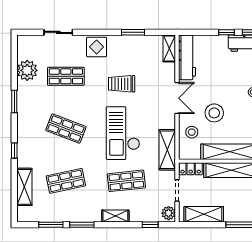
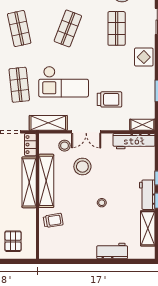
trolley: (122, 84) -> (110, 99), moved, turned 90
double door: (177, 98) -> (86, 132), moved
checkout: (123, 133) -> (64, 82), turned 180

